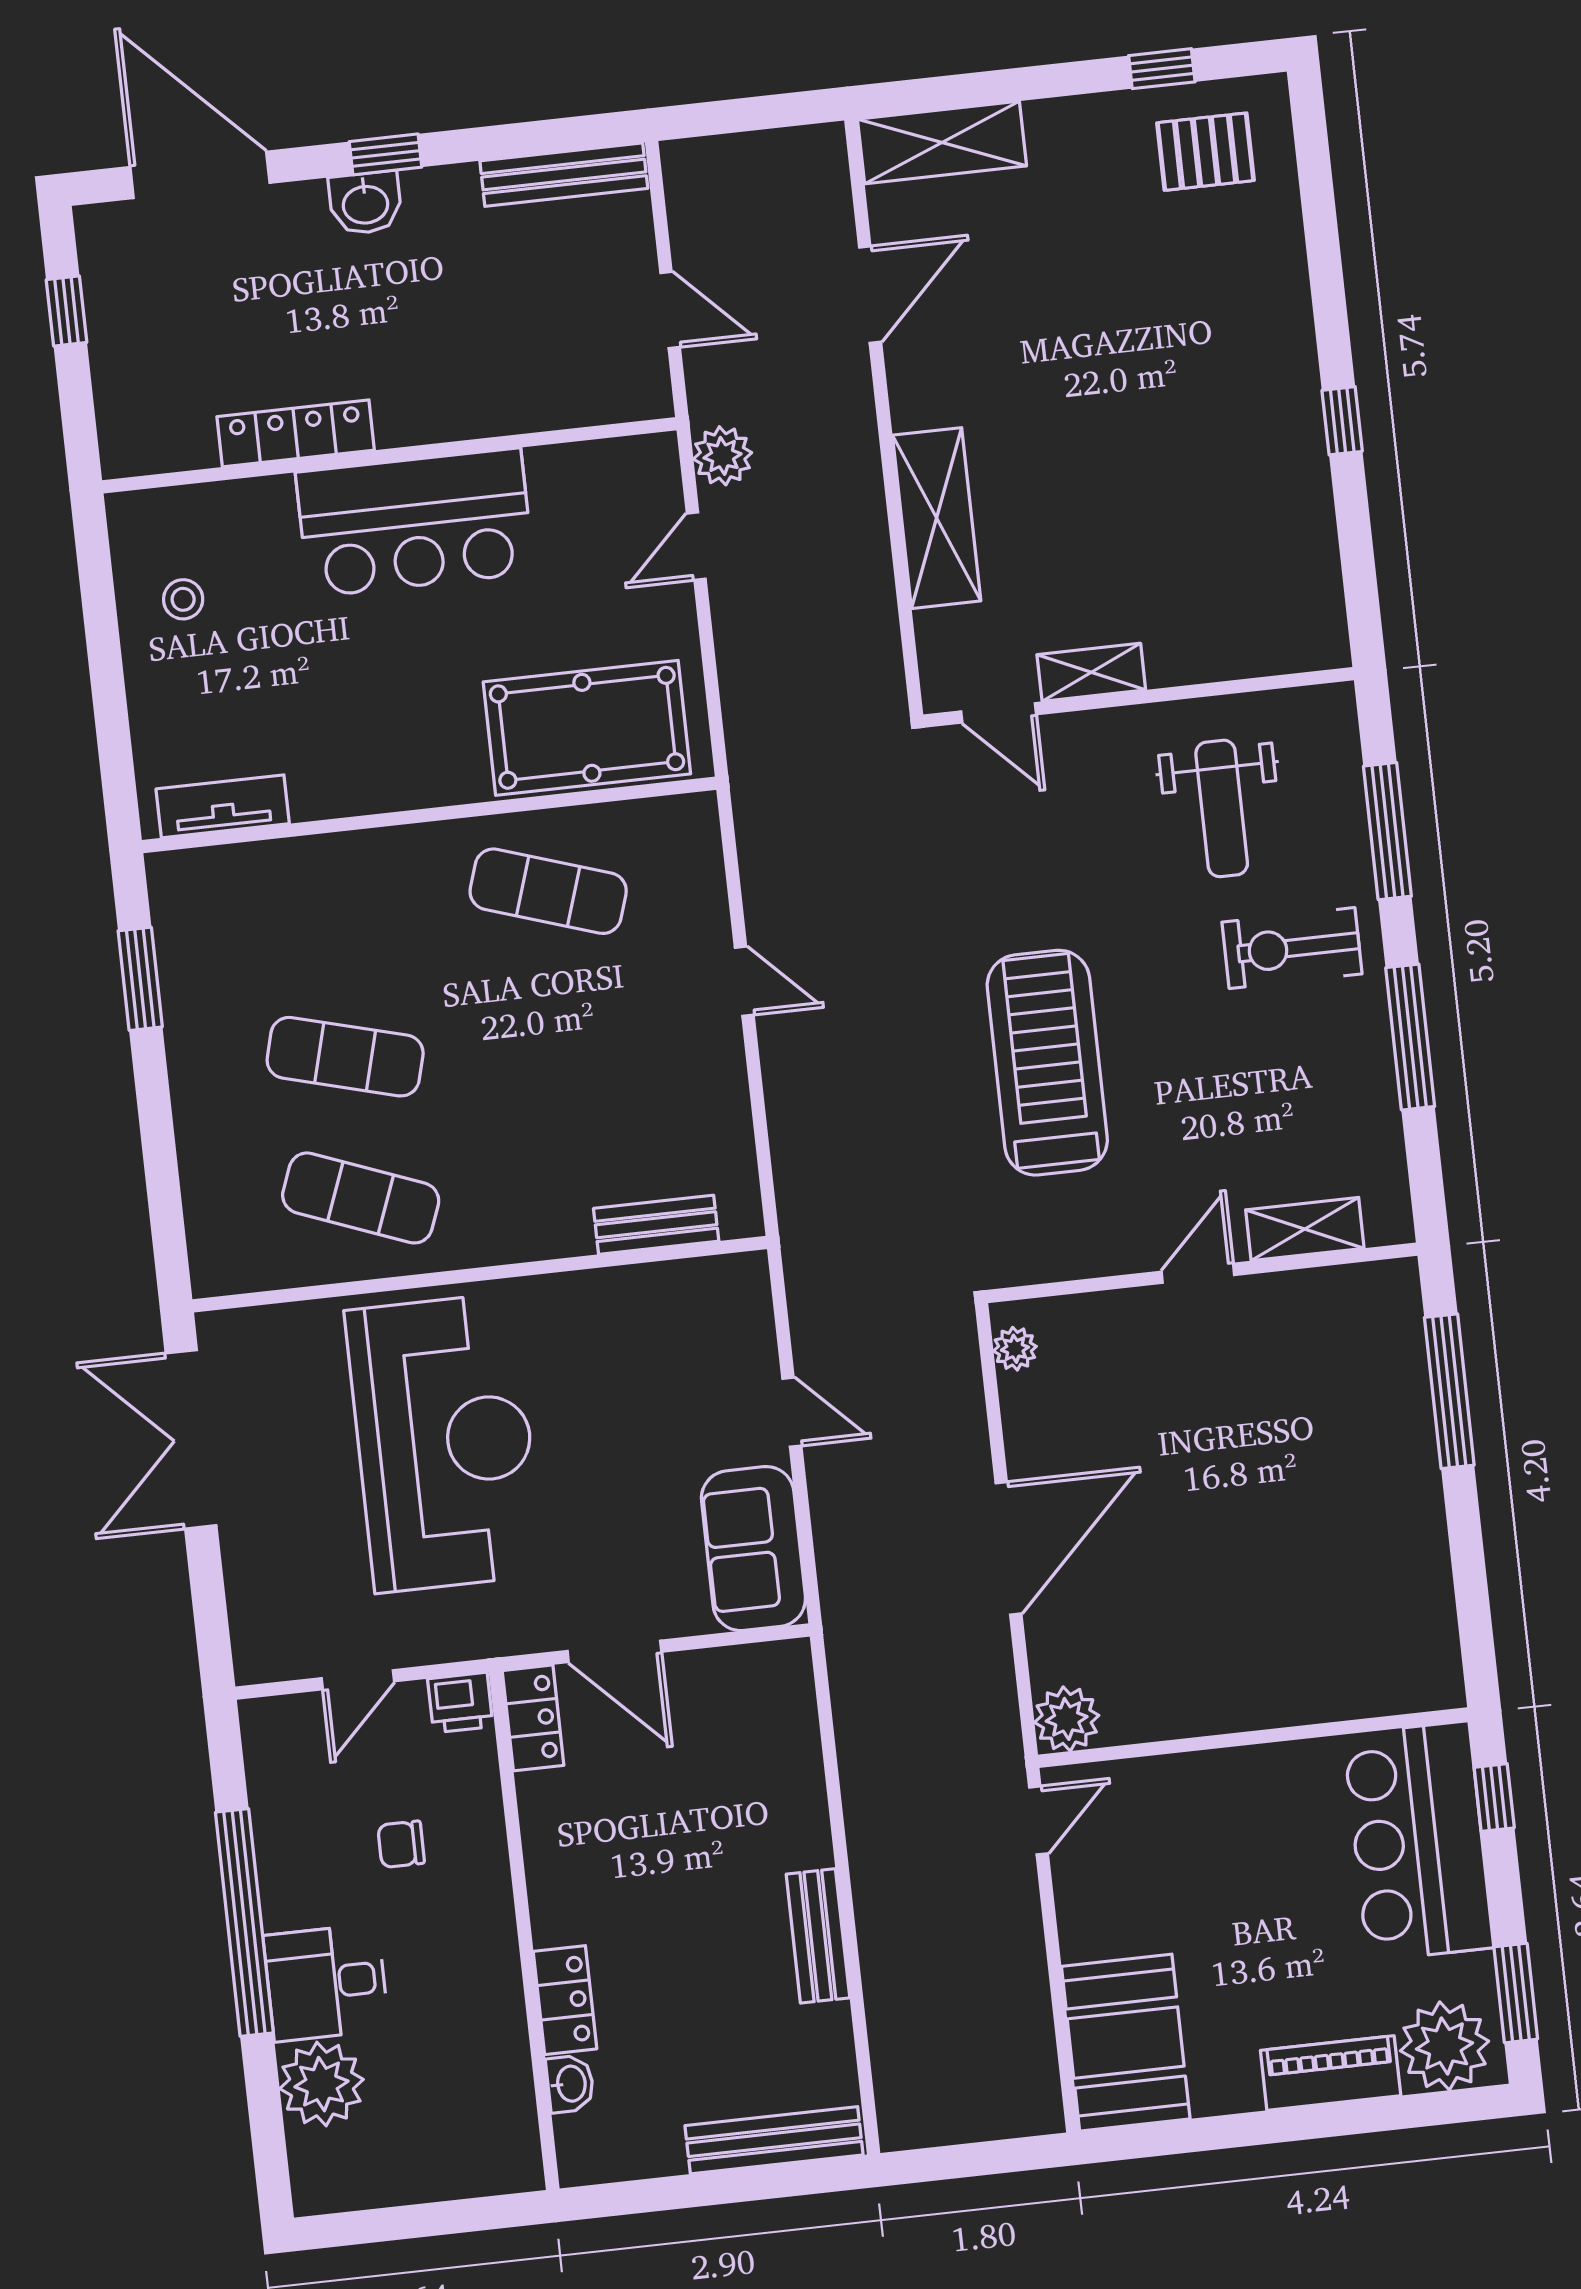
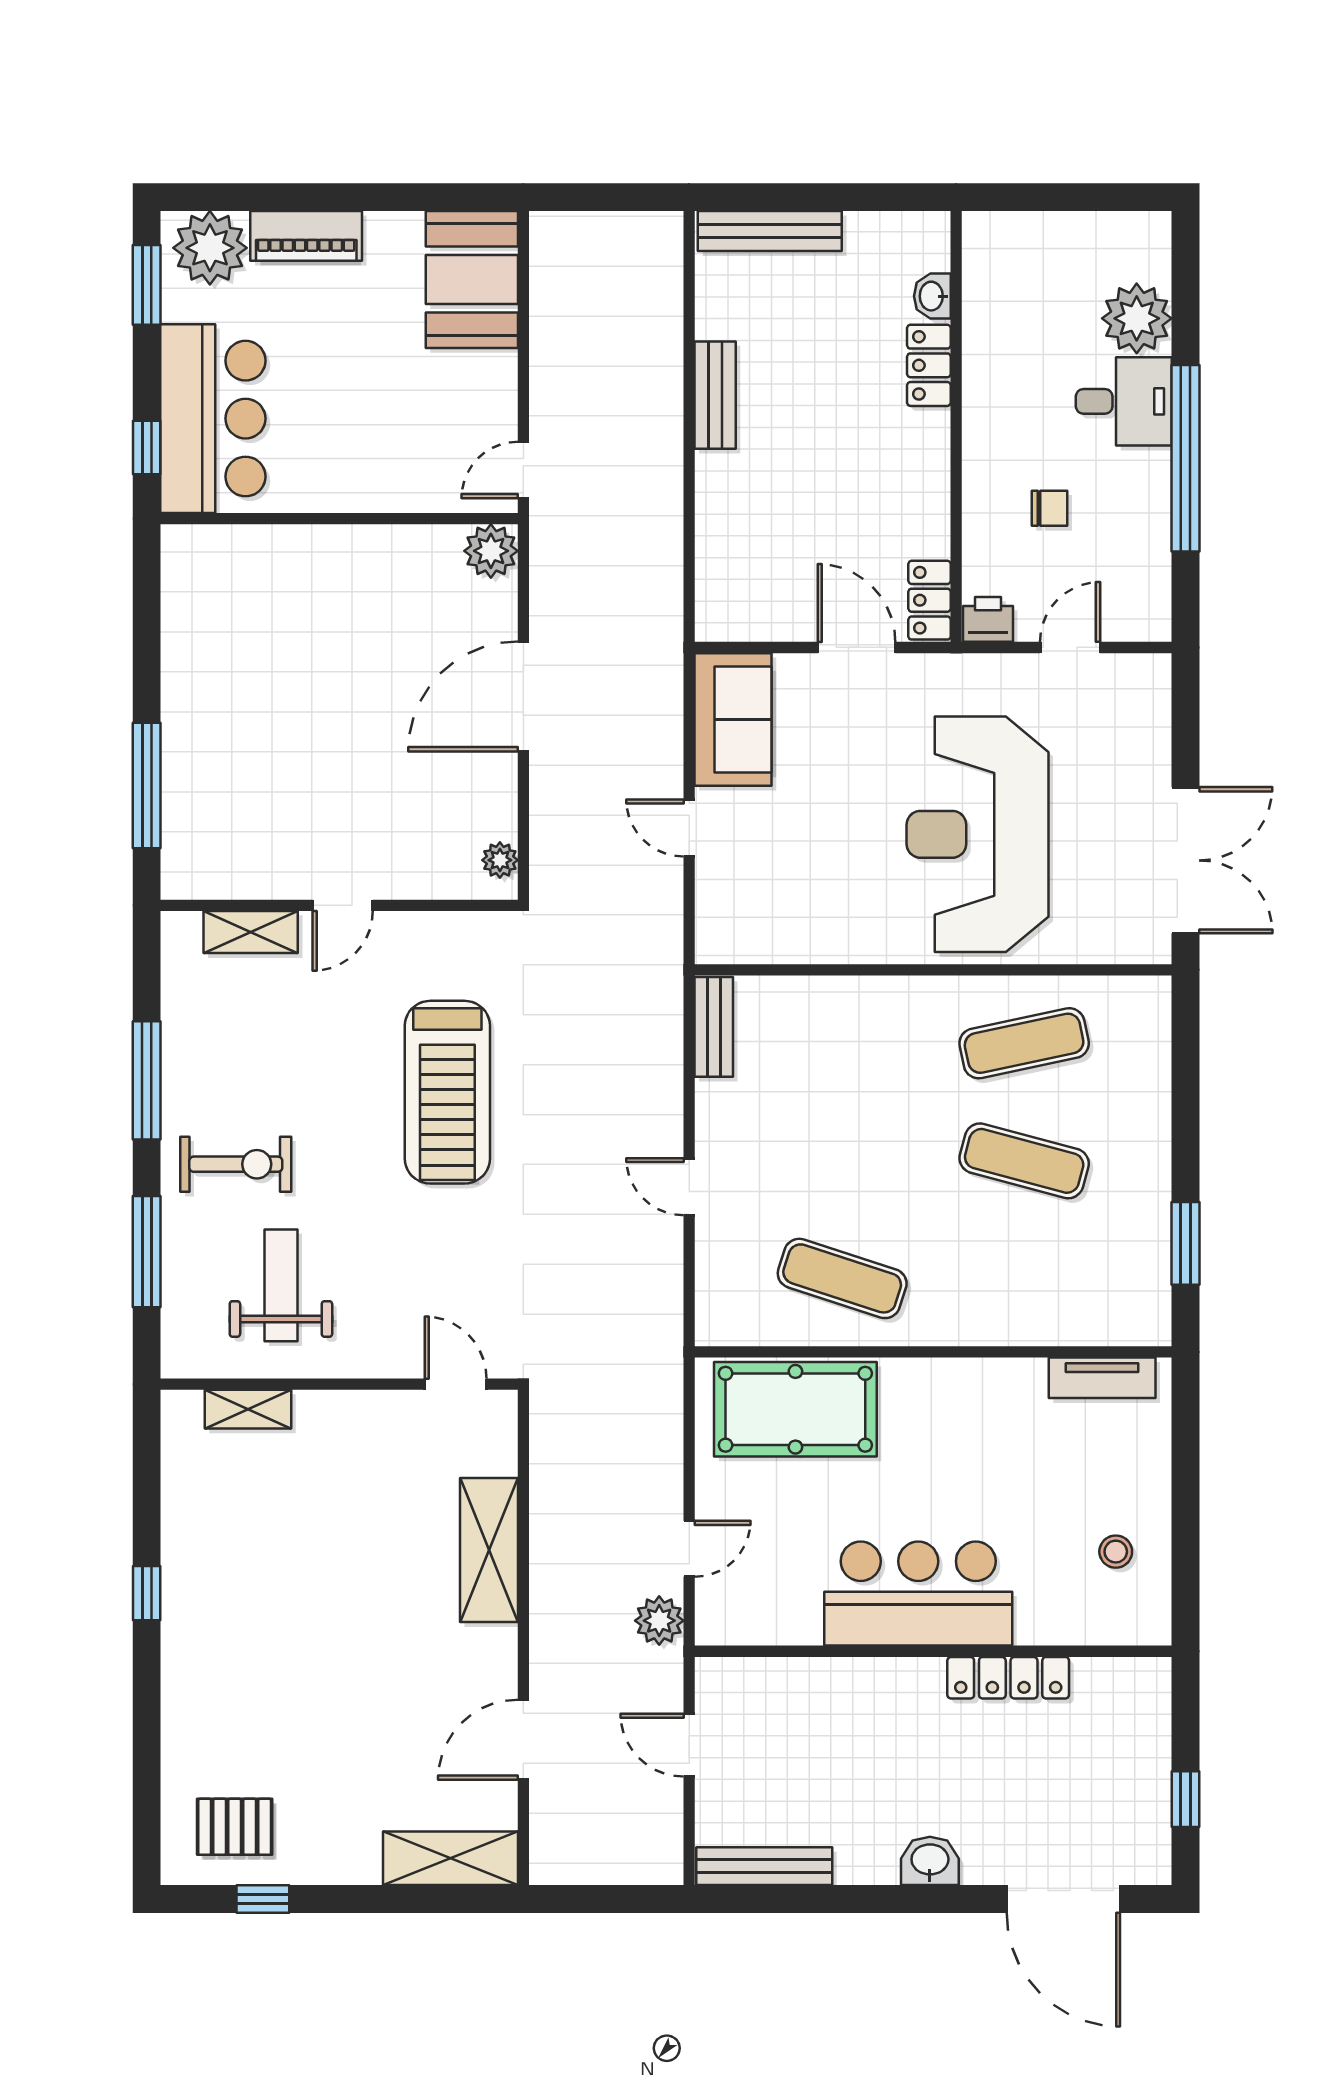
window: (385, 154) -> (909, 1899), removed
shelving: (1091, 672) -> (248, 1409), moved
exercise mat: (361, 1198) -> (1024, 1043), turned -33
bench: (656, 1225) -> (714, 1027), moved, turned 90

